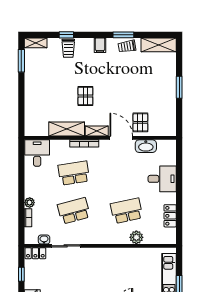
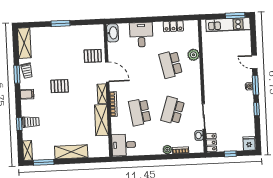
shelving: (32, 93) -> (71, 152), added
pallet: (85, 96) -> (60, 86), moved
door: (121, 138) -> (107, 72), swing flipped
washbasin: (146, 146) -> (113, 33), moved
school desk: (74, 211) -> (173, 111), turned 33

